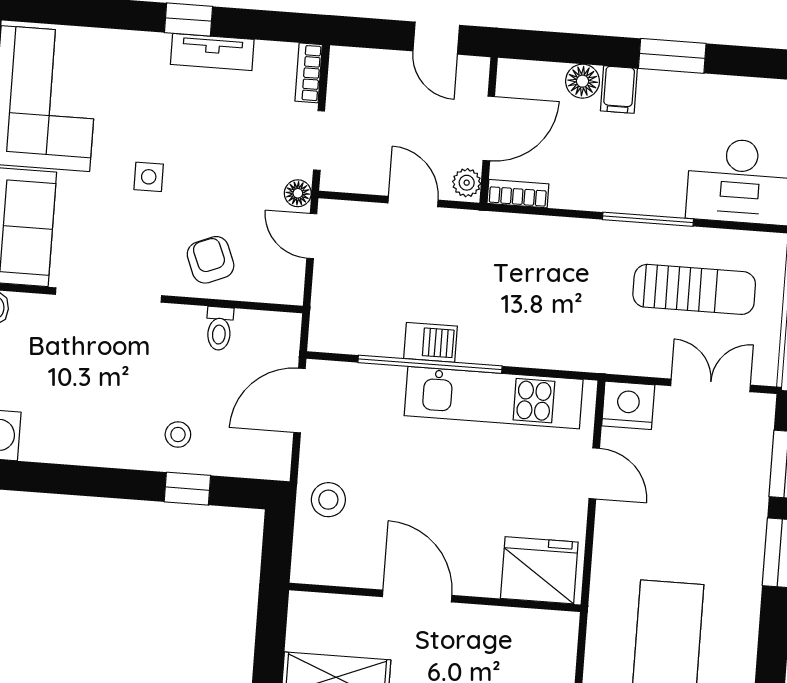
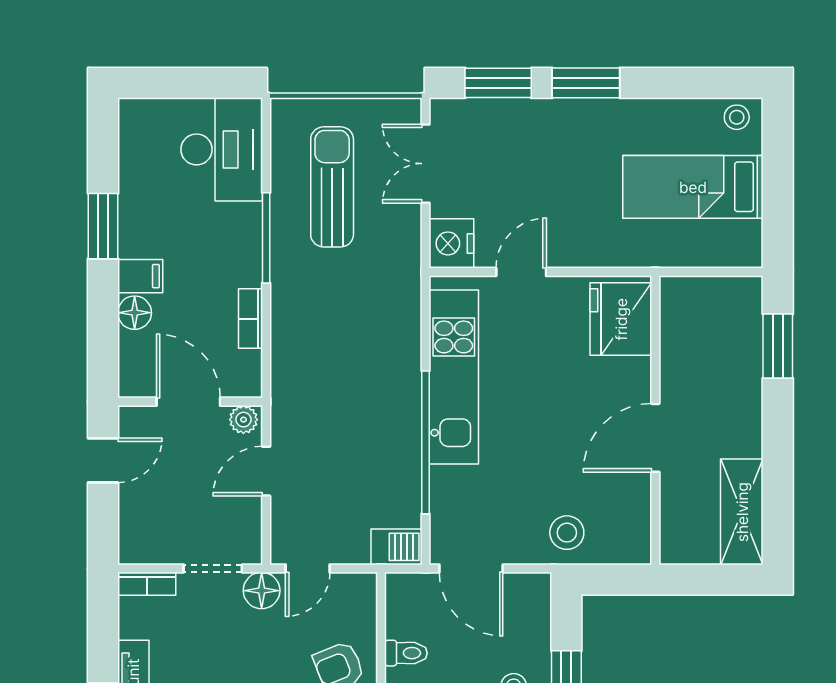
floor lamp: (298, 193) -> (262, 591), width x1.37, depth x1.37
bookcase: (518, 194) -> (250, 319), moved
barbecue: (431, 342) -> (396, 547), moved, turned 90

